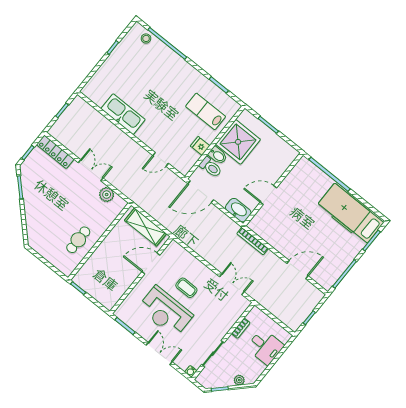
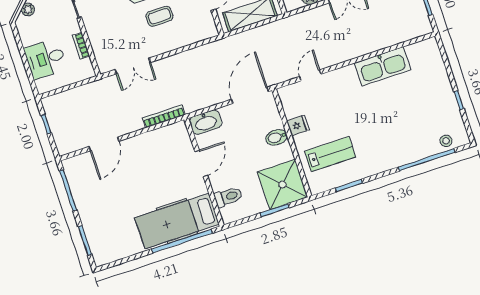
shower: (238, 142) -> (282, 185), moved
toilet: (211, 167) -> (228, 197), moved, turned 180
hospital bed: (351, 213) -> (177, 221), moved, turned 180

